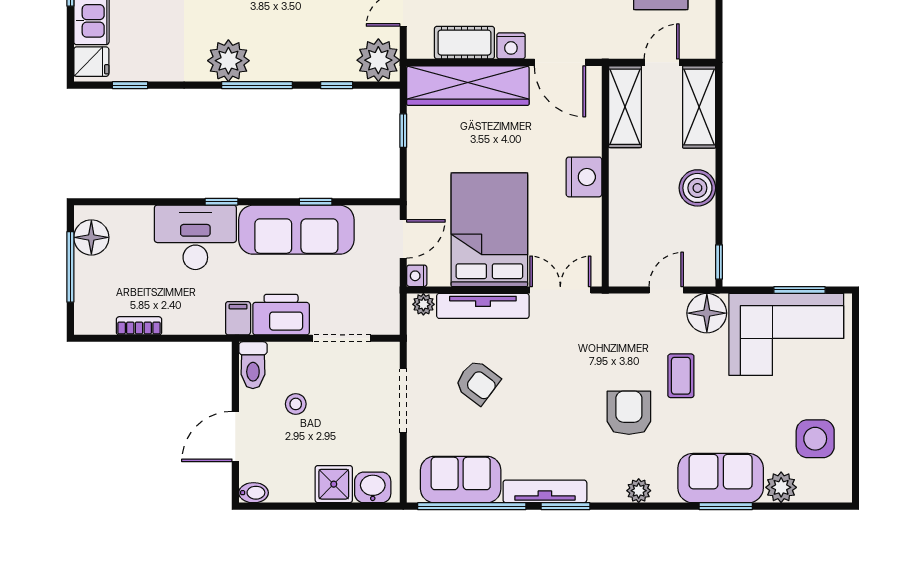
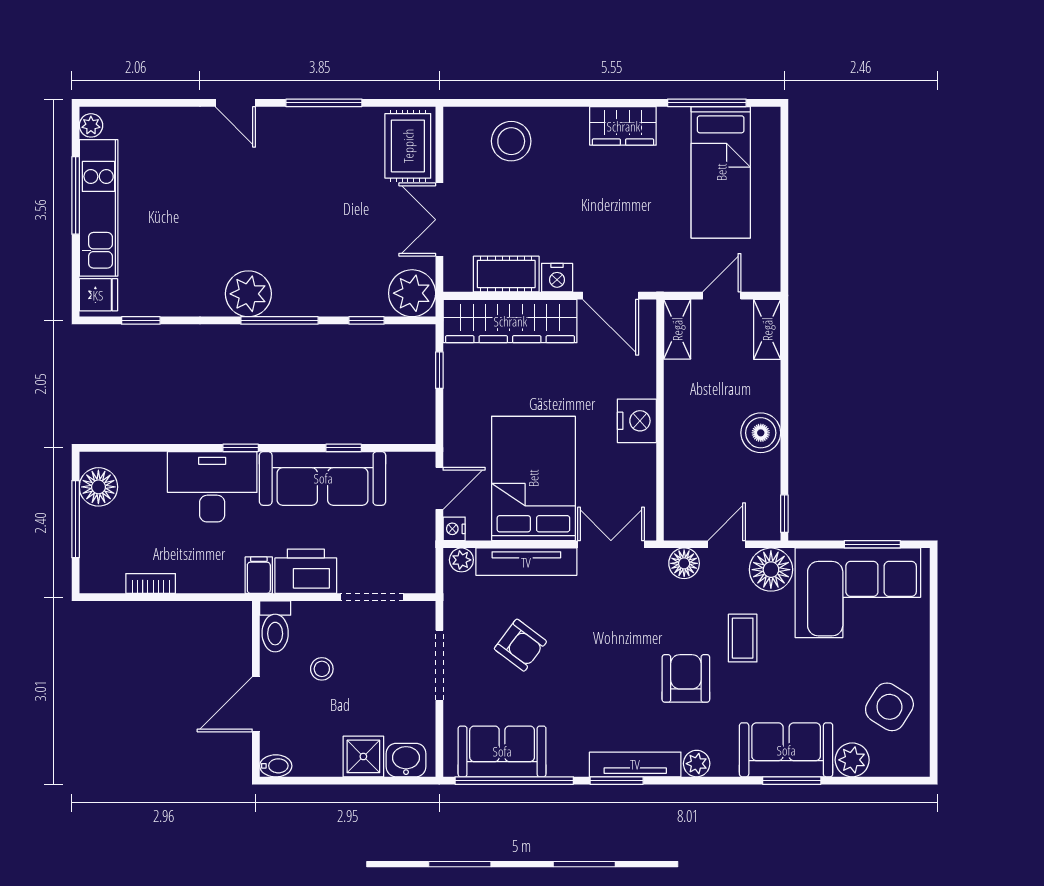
shelving: (625, 107) -> (677, 329), width x0.67, depth x0.75
shelving: (699, 107) -> (767, 329), width x0.67, depth x0.75
floor lamp: (627, 307) -> (684, 563), added
side table: (815, 439) -> (889, 707), turned 32
tv unit: (545, 491) -> (635, 764), moved

